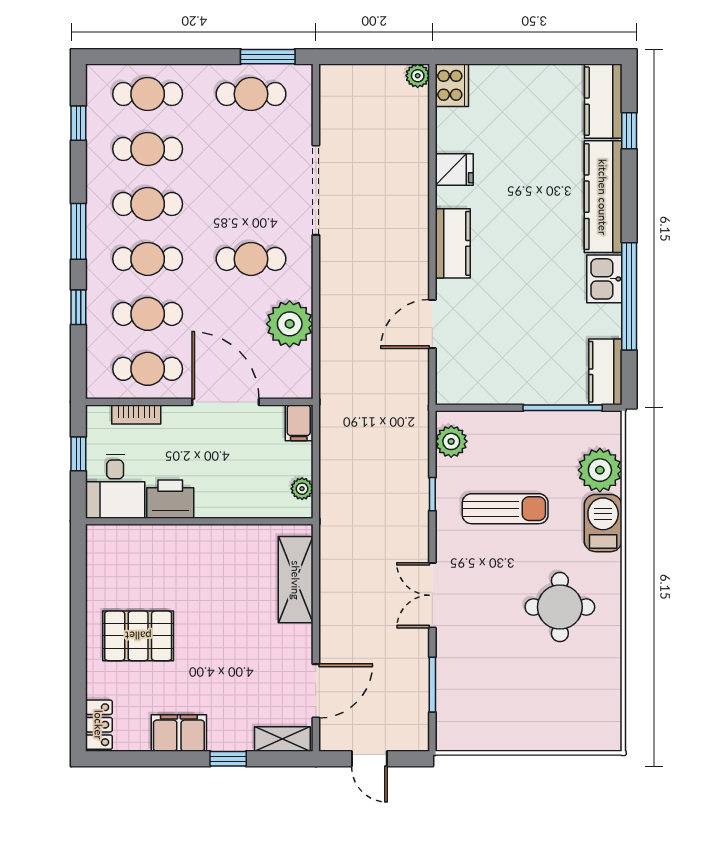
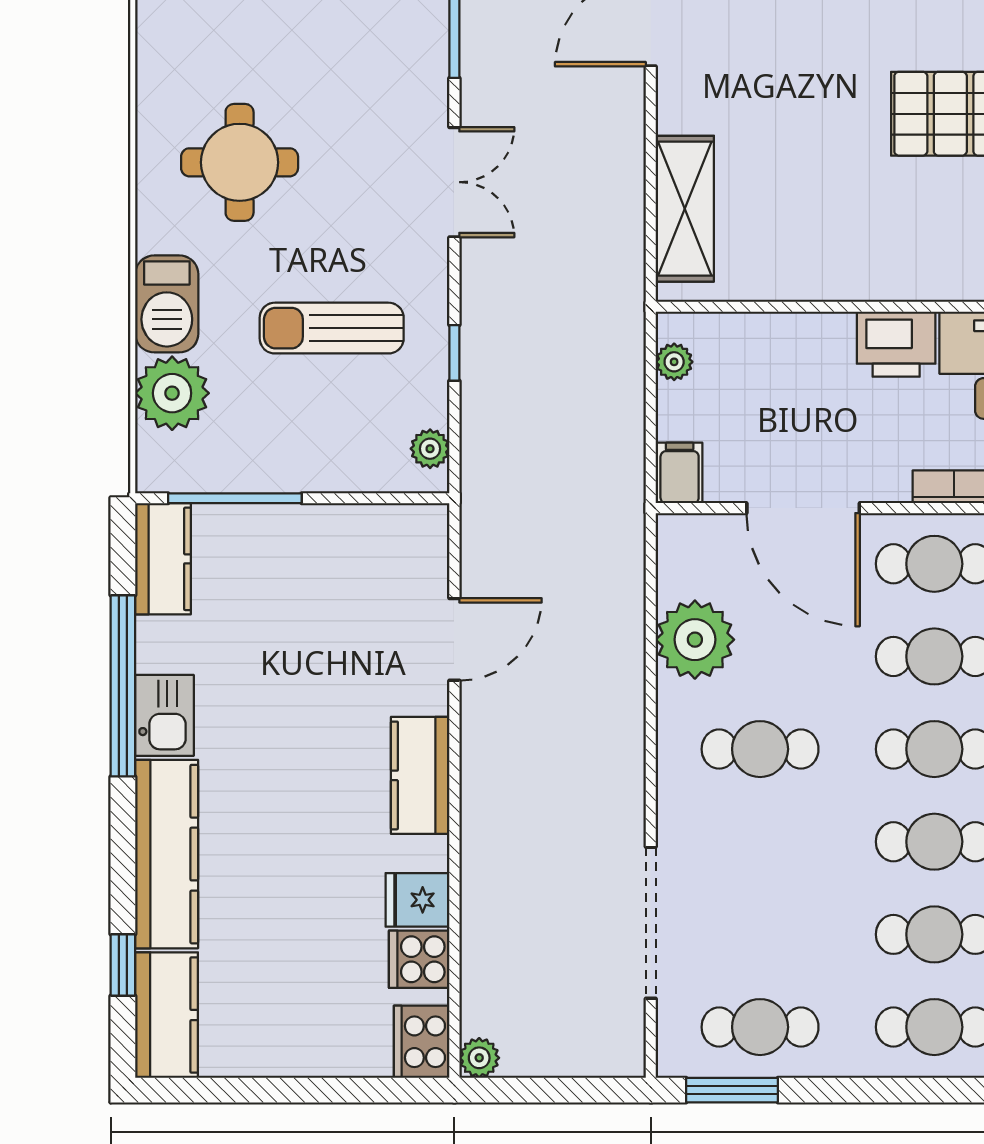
cooker: (453, 134) -> (419, 959), added
doorway: (316, 190) -> (651, 923), moved
plant: (451, 441) -> (430, 449), width x0.73, depth x0.73

